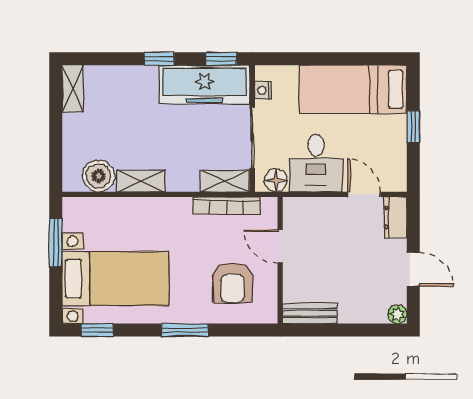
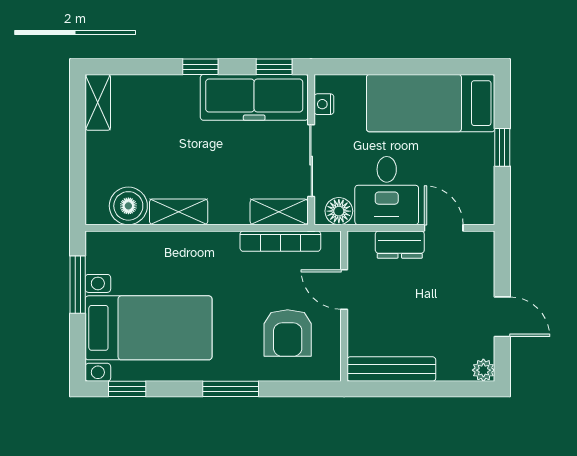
dresser: (395, 217) -> (400, 245), moved, turned -90
bench: (310, 313) -> (391, 369), width x1.36

